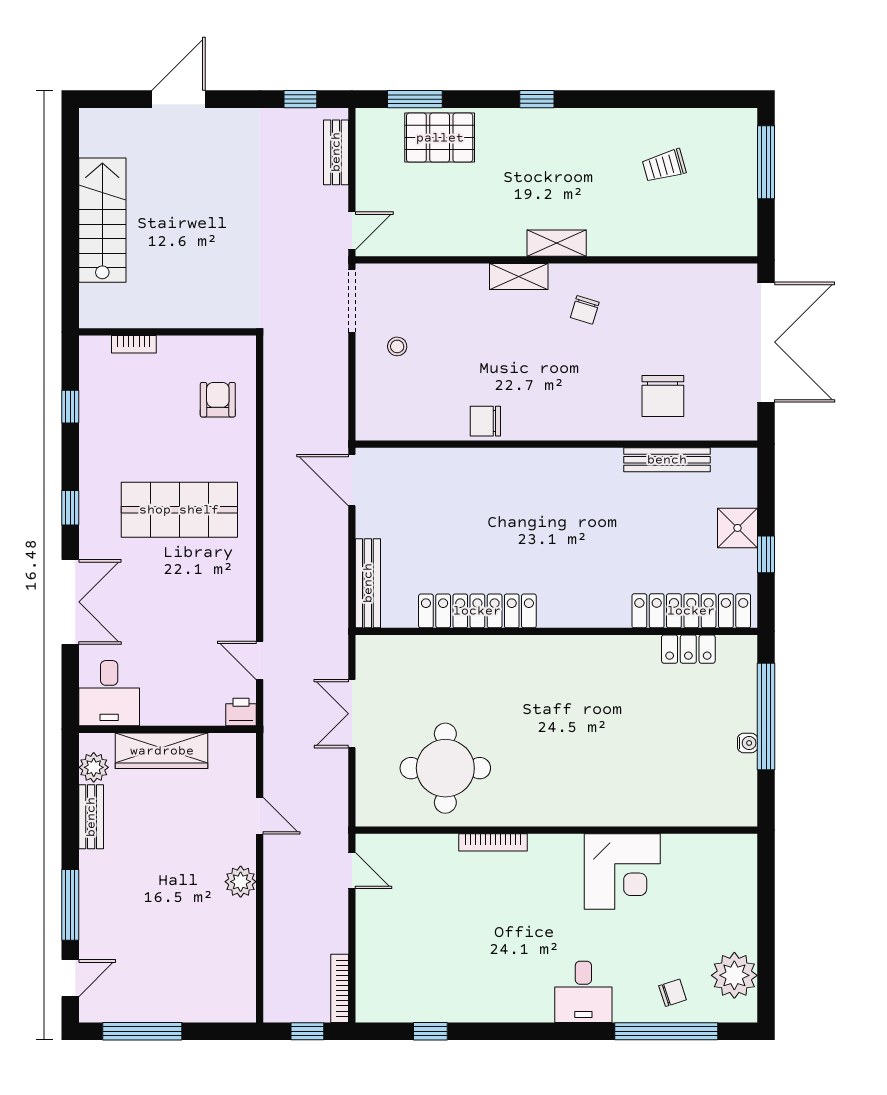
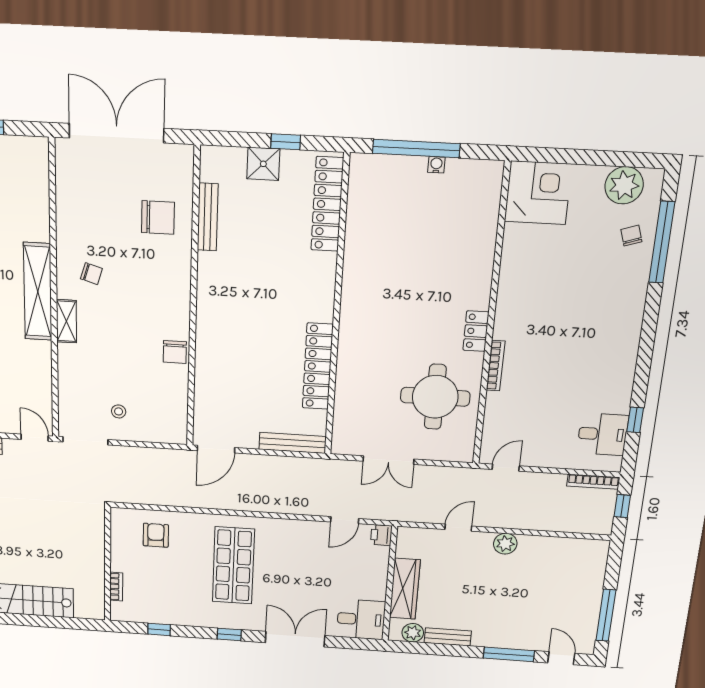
shelving: (557, 243) -> (38, 292), width x2.20, depth x1.33
armchair: (218, 400) -> (156, 535), turned 90
locker: (688, 649) -> (476, 331), moved, turned 180
corner desk: (622, 871) -> (538, 193), moved
desk: (583, 992) -> (603, 434), moved

